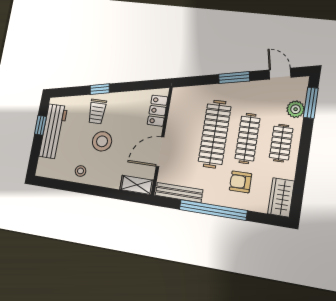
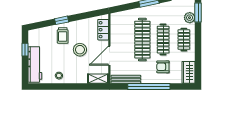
workbench: (53, 131) -> (35, 64), moved
stool: (102, 141) -> (80, 50), moved

